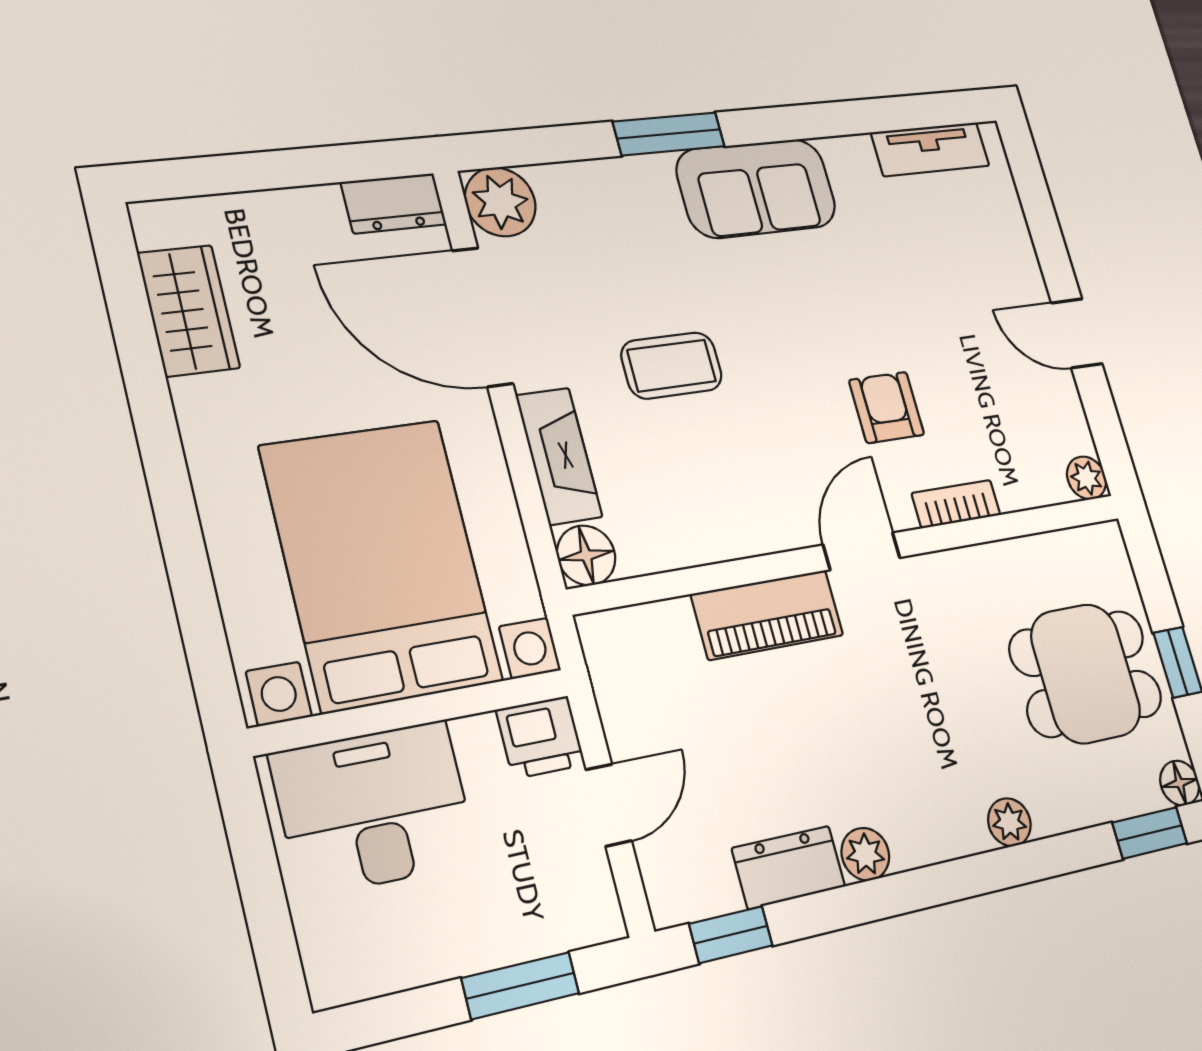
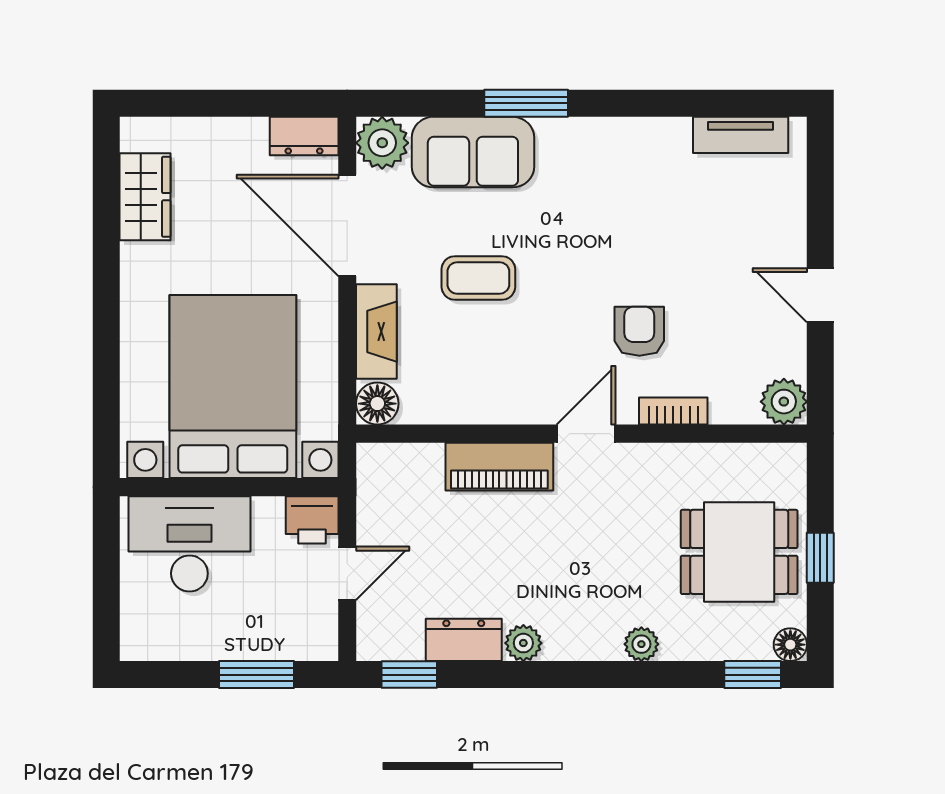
sofa: (756, 188) -> (473, 152), moved
plant: (1087, 478) -> (784, 402), width x1.38, depth x1.38

